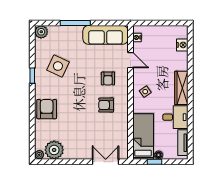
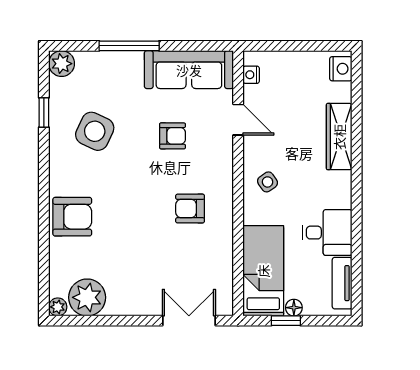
nightstand: (182, 45) -> (341, 69), moved
window: (32, 76) -> (44, 113), moved
armchair: (108, 79) -> (172, 136), moved, turned -90
wardrobe: (181, 88) -> (339, 137), moved
armchair: (47, 109) -> (72, 217), turned 90

